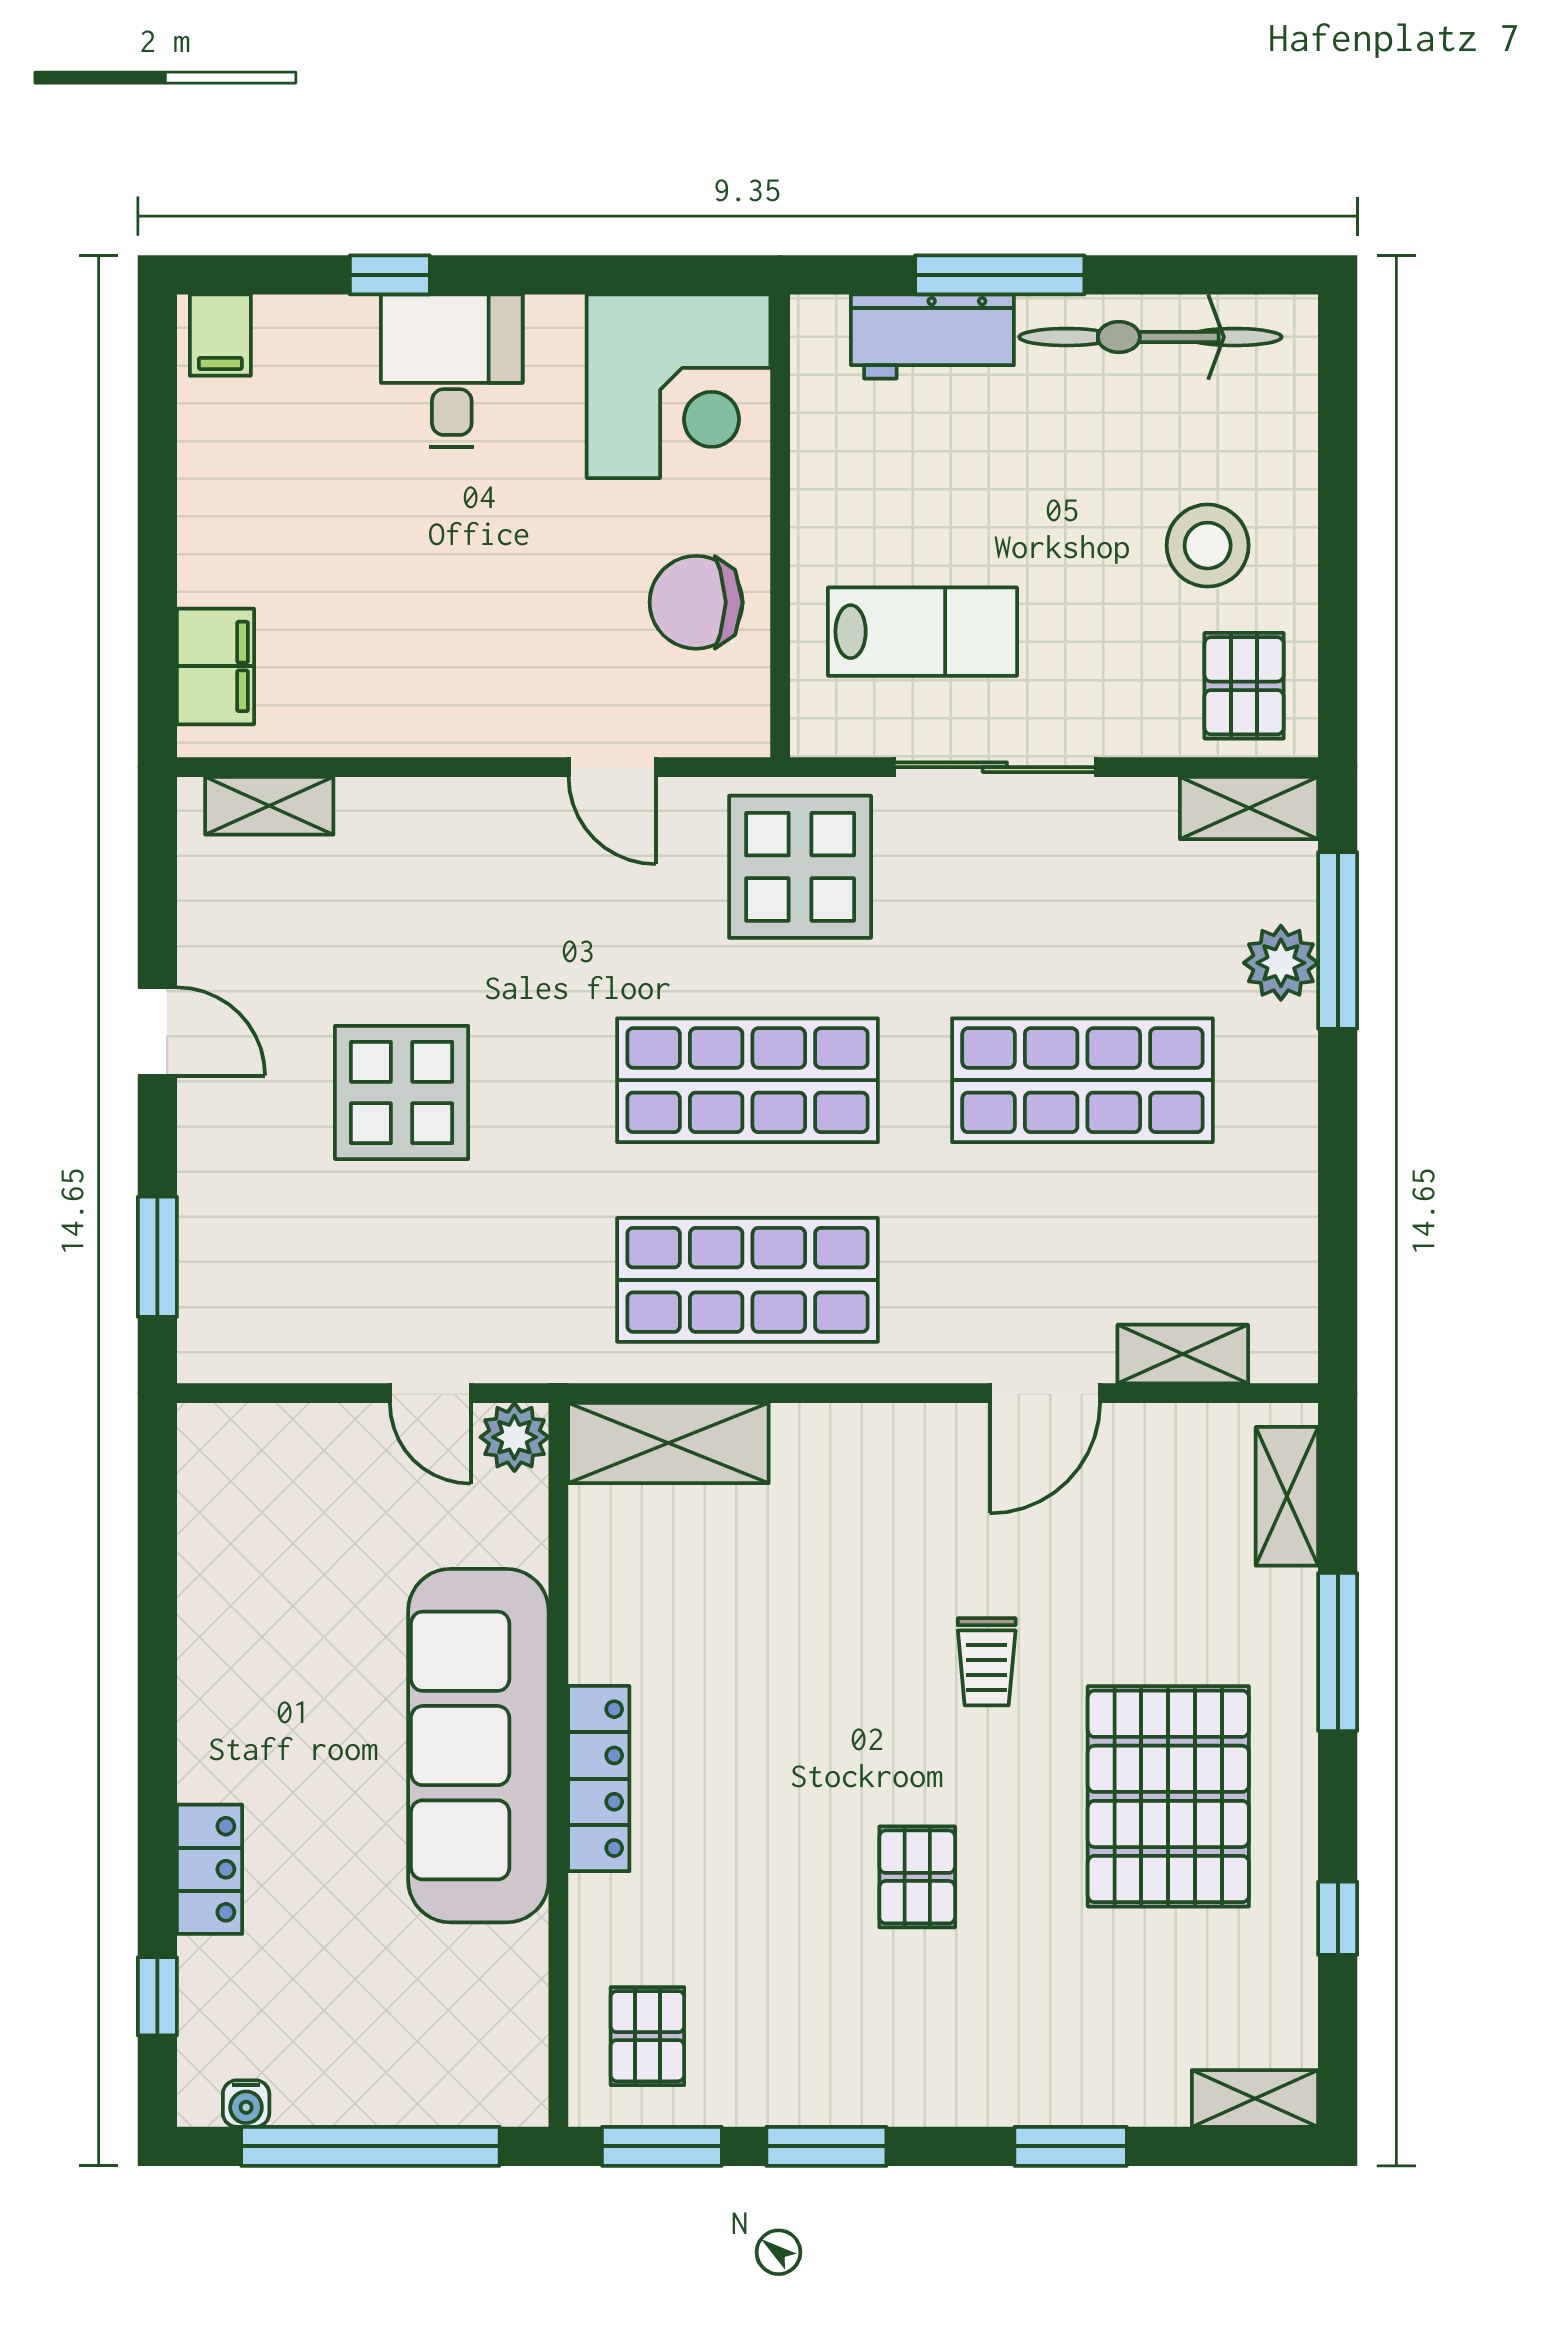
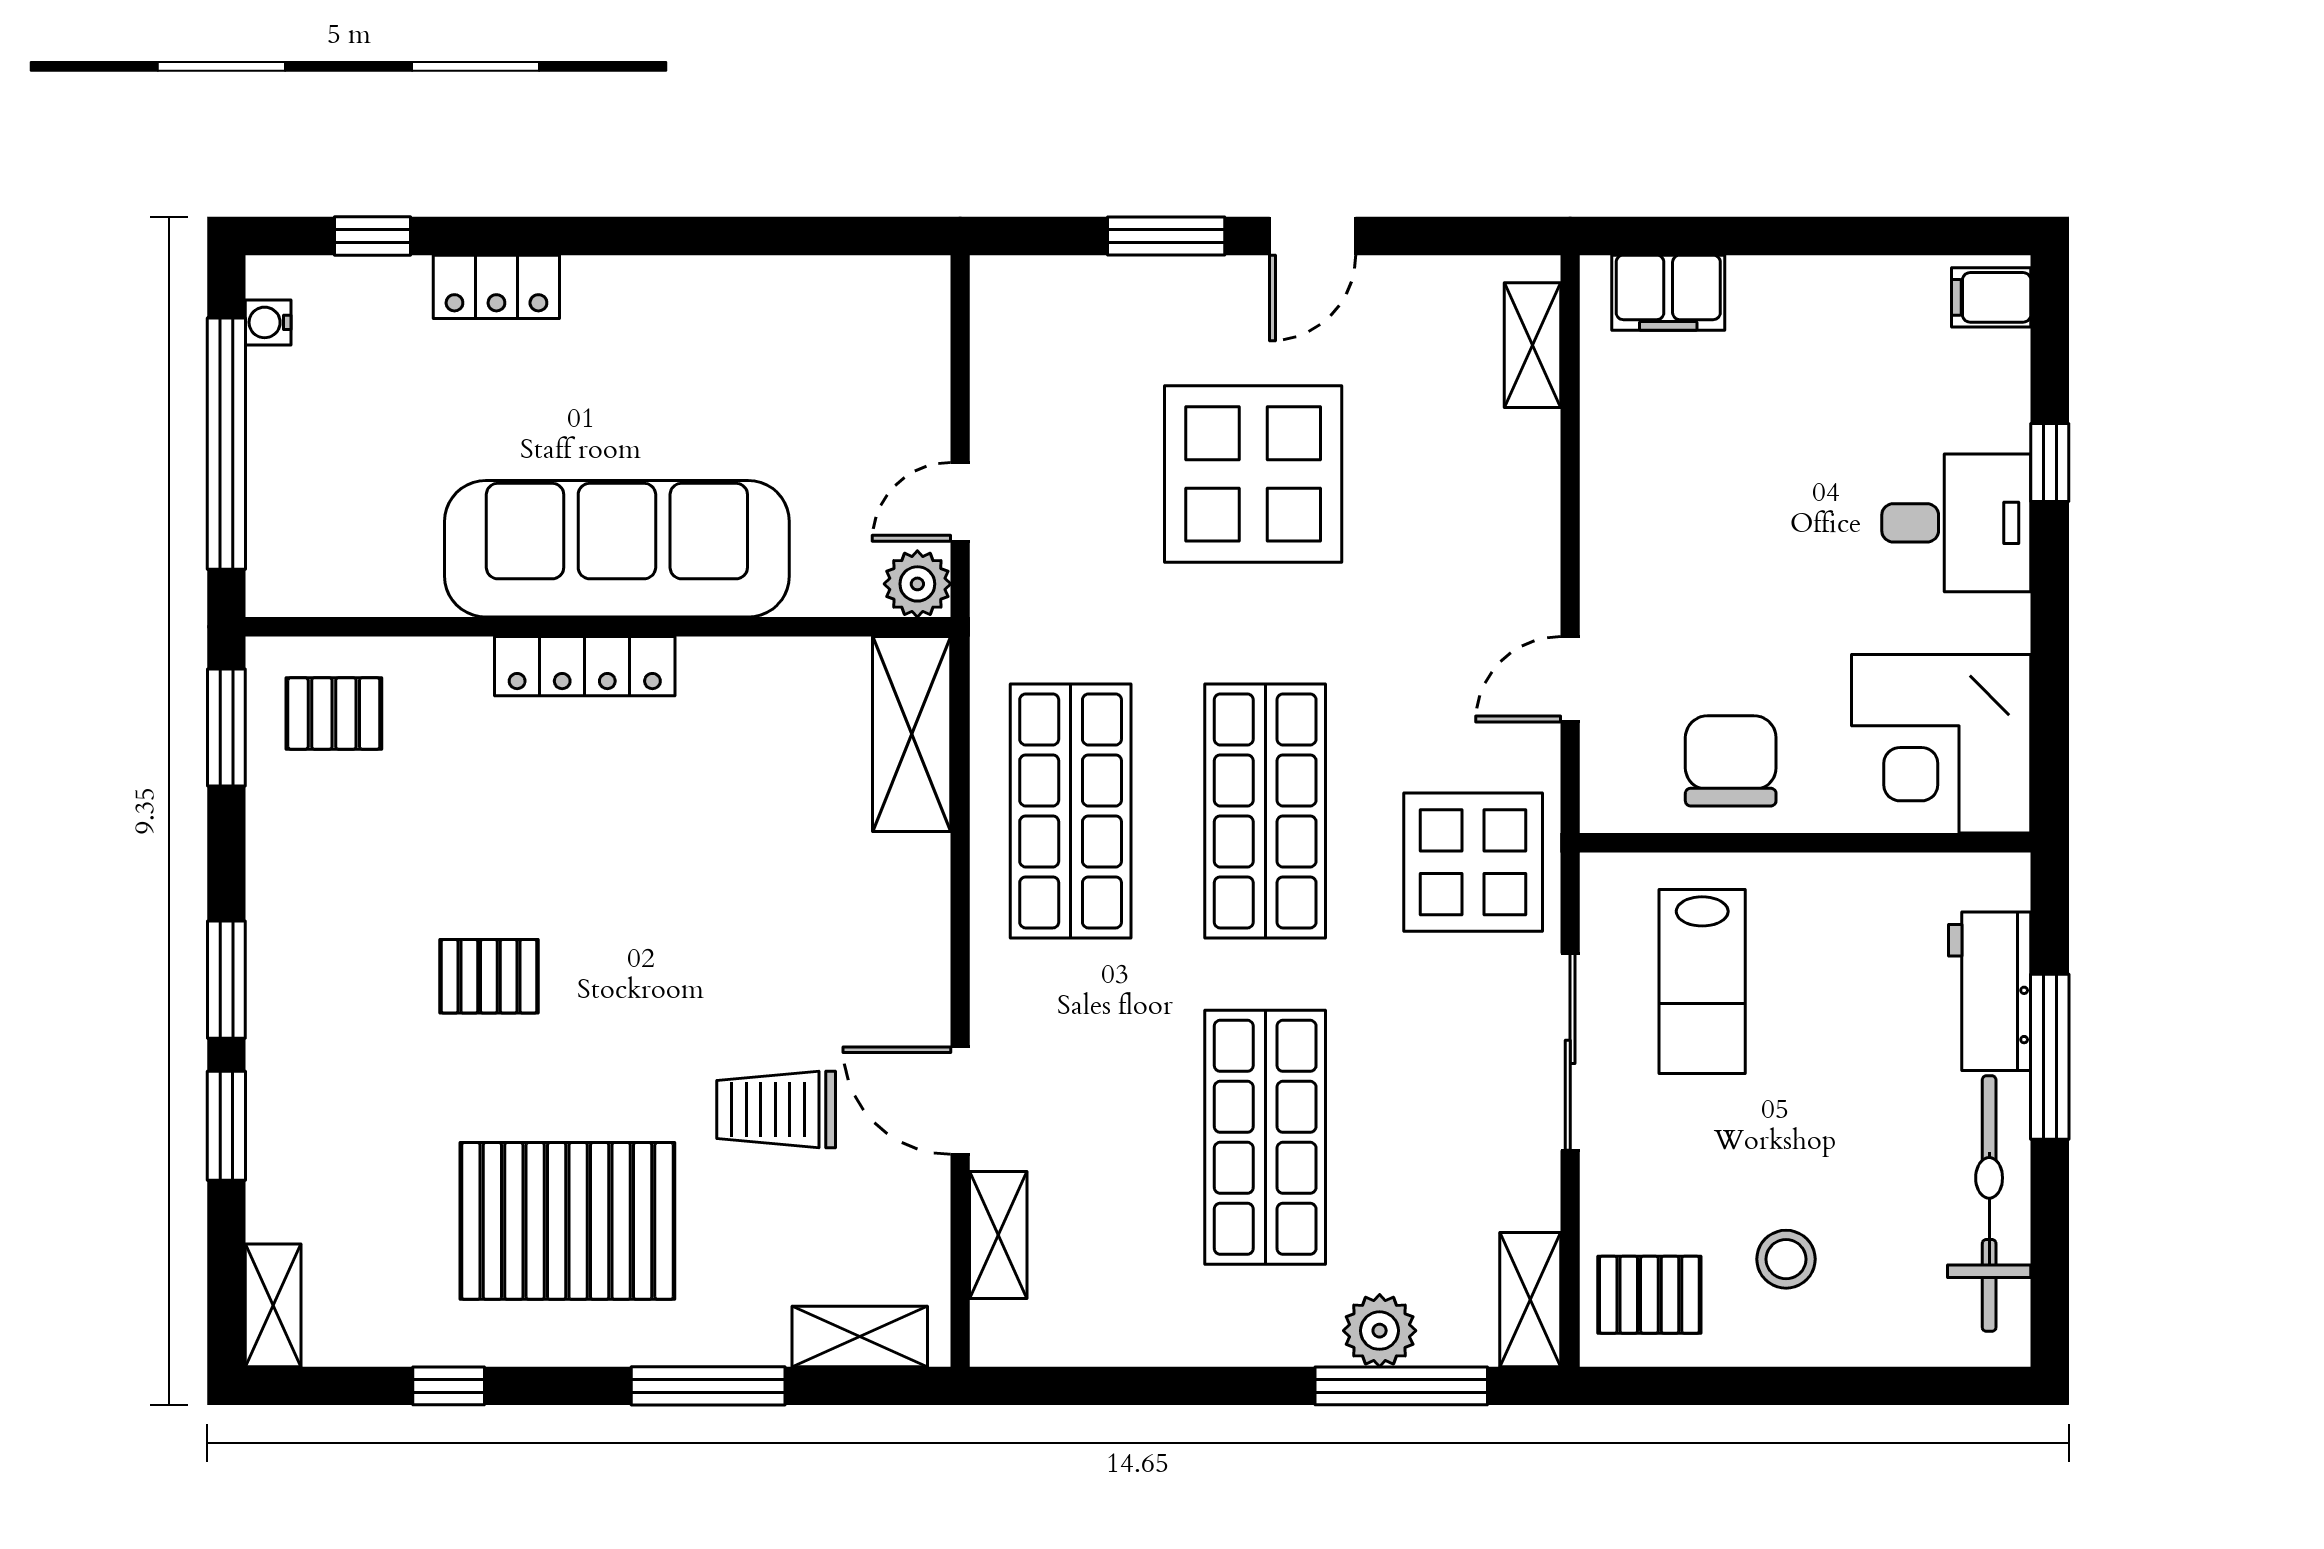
stool: (1208, 546) -> (1786, 1259), width x0.73, depth x0.73
display table: (402, 1092) -> (1253, 474), width x1.36, depth x1.36
window: (157, 1257) -> (1166, 236), moved
trolley: (987, 1662) -> (776, 1110), moved, width x1.36, depth x1.39
window: (826, 2146) -> (226, 980), moved

